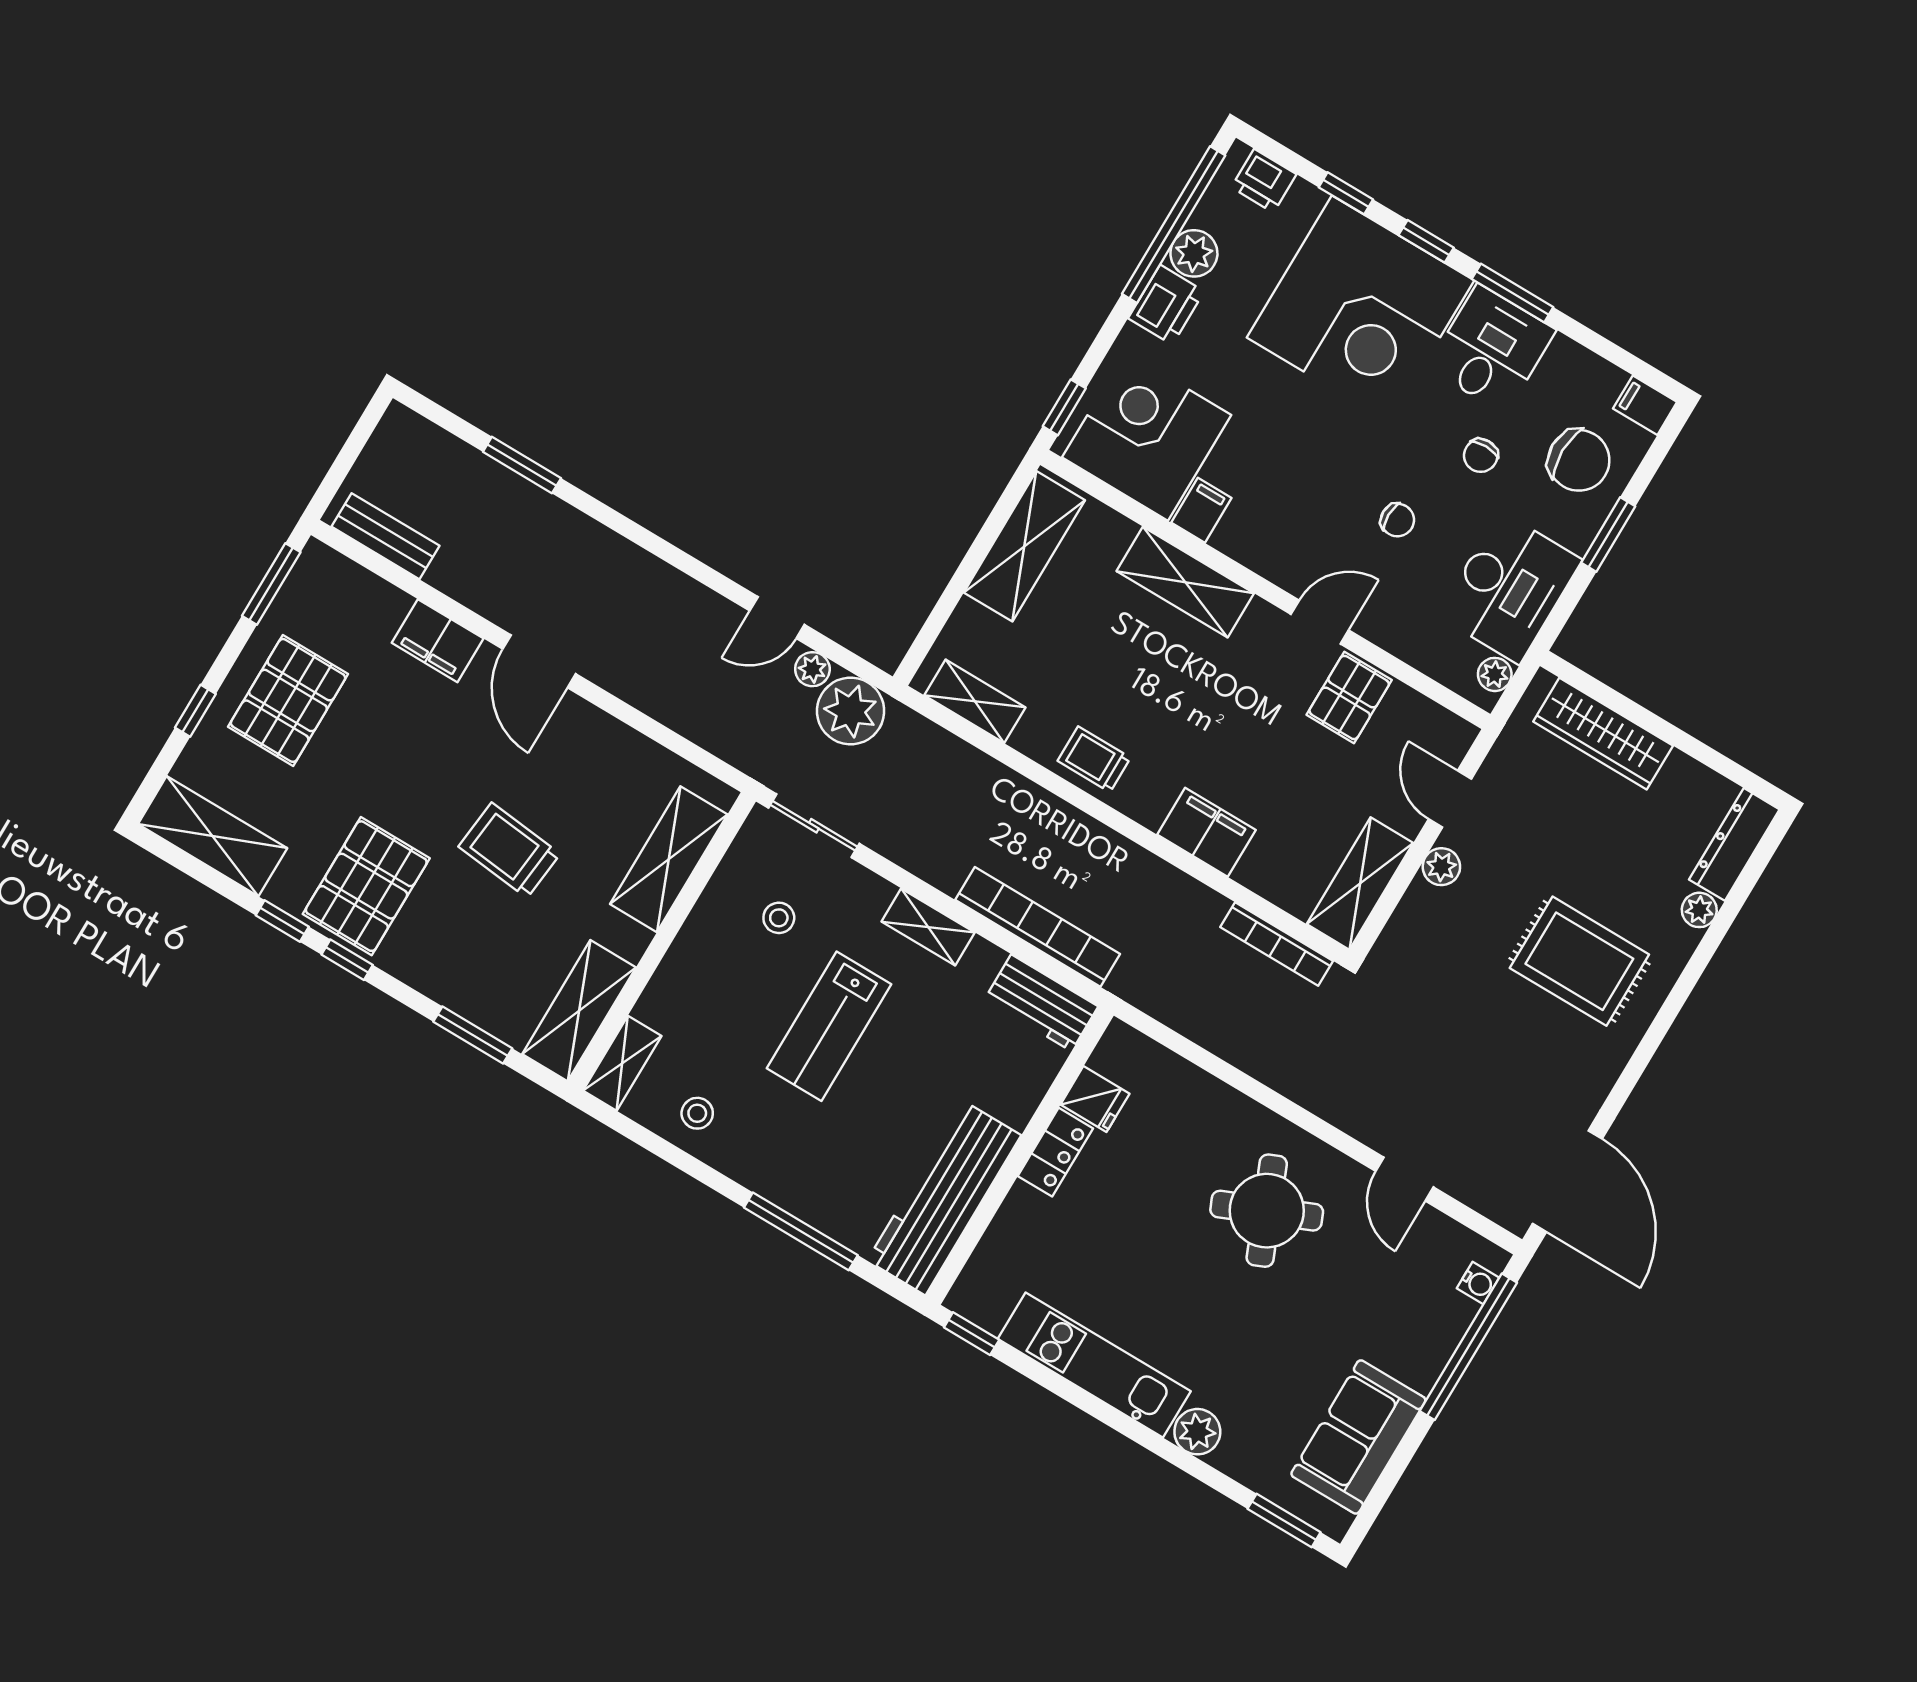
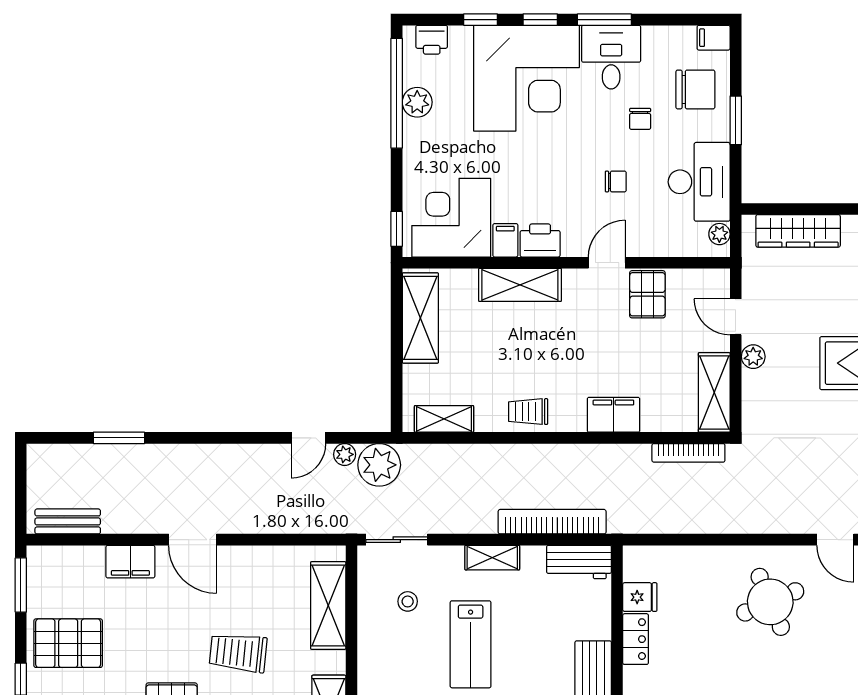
printer: (1166, 305) -> (540, 240), moved, turned -90
pallet: (288, 700) -> (68, 643), turned 90

